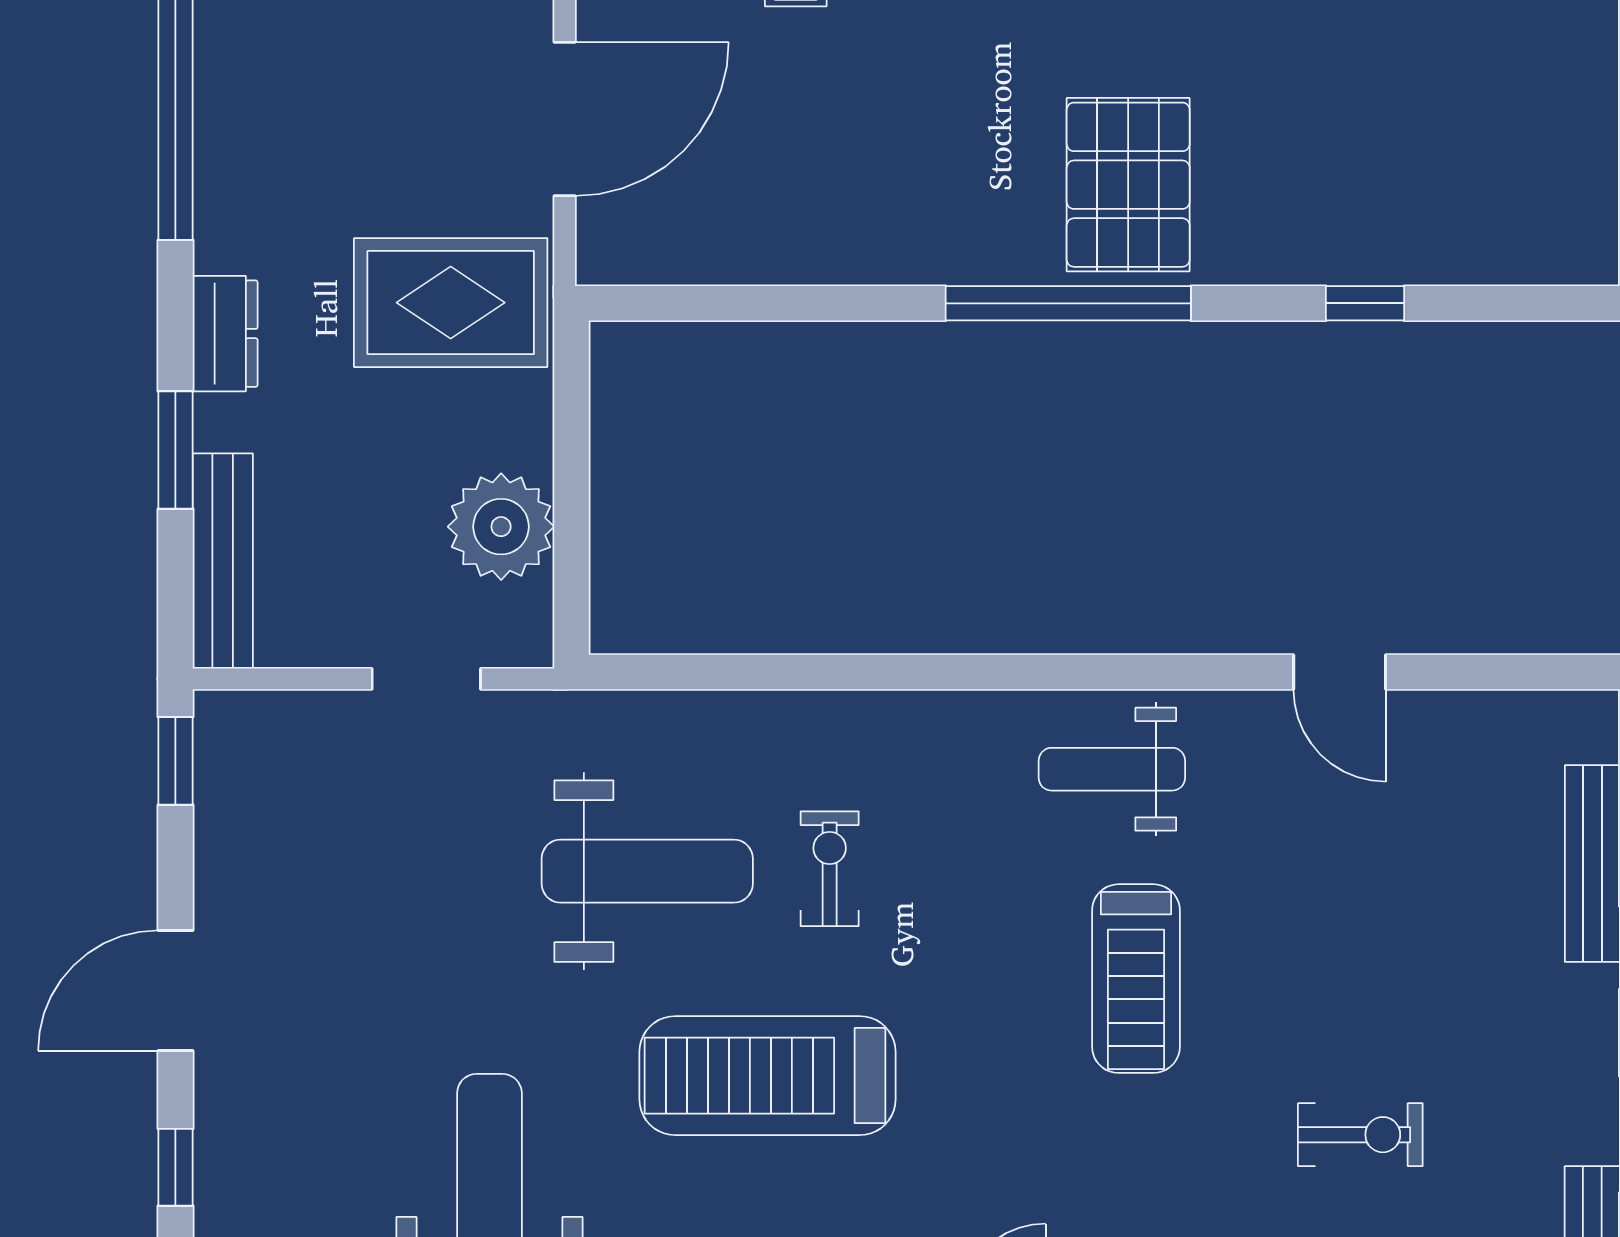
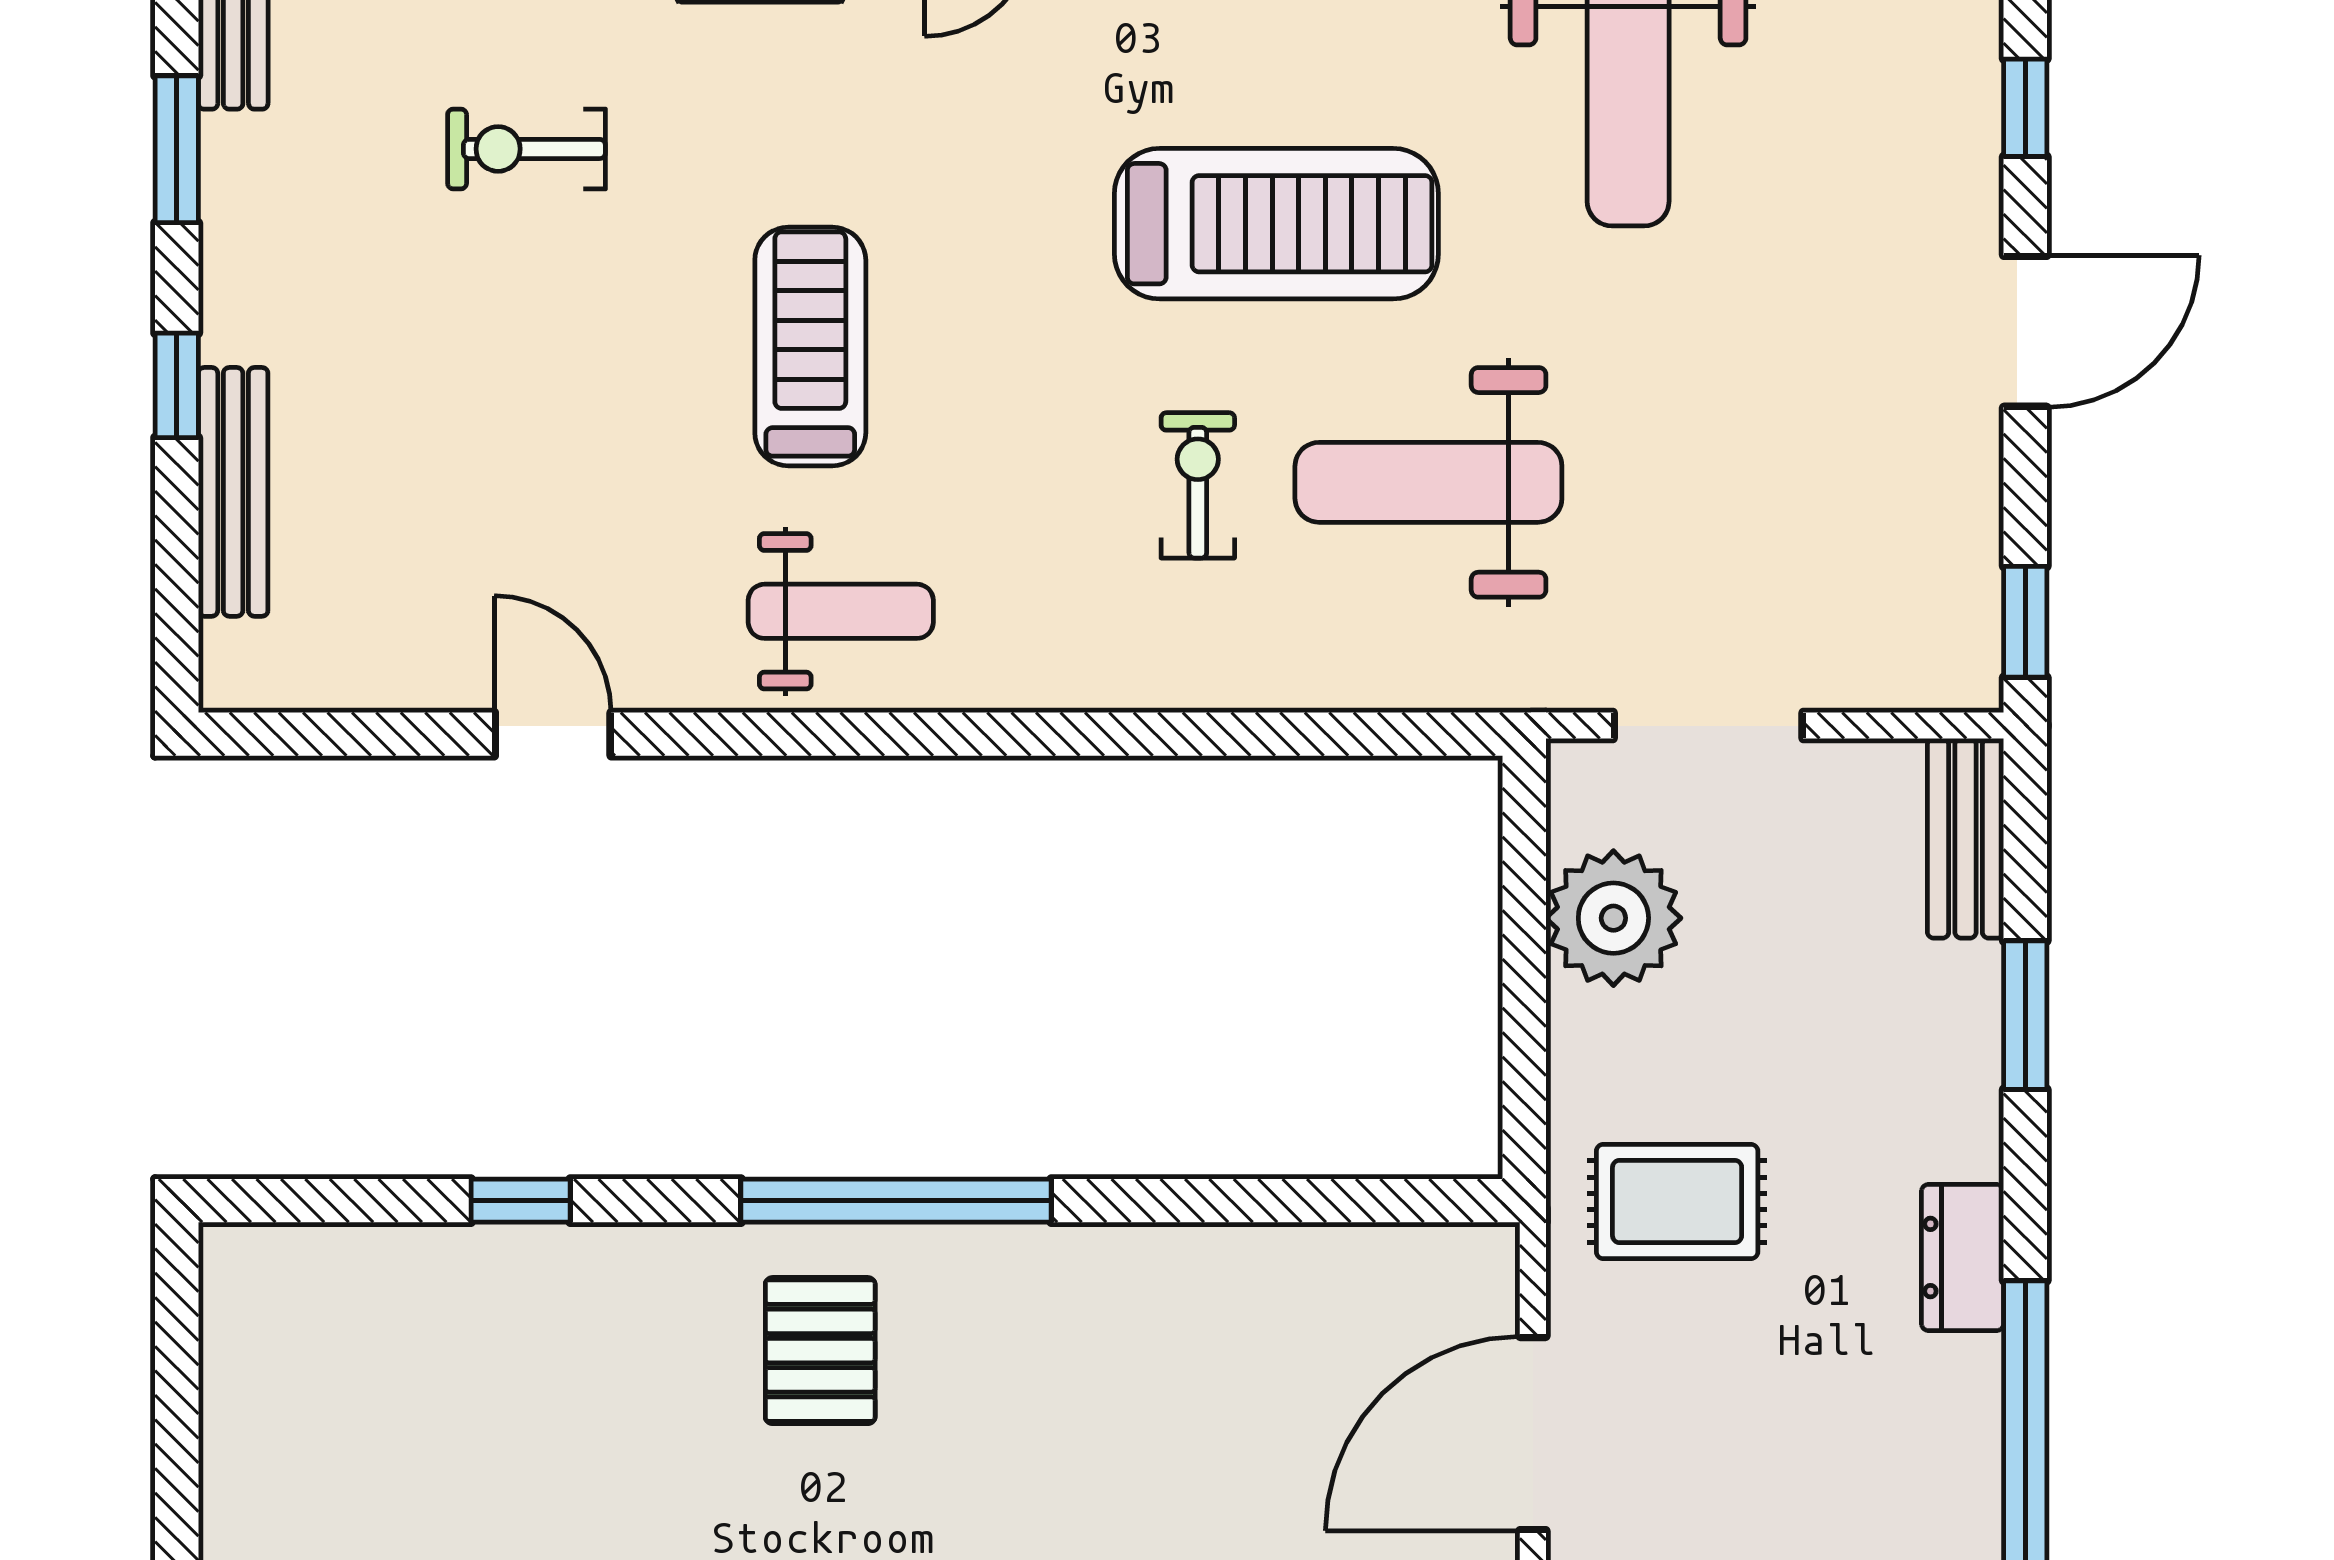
pallet: (1128, 185) -> (820, 1351), width x0.67, depth x0.71
rug: (451, 303) -> (1677, 1201), width x0.73, depth x0.70
dresser: (225, 334) -> (1963, 1257), moved
bench: (223, 561) -> (1966, 838), width x0.73
doorway: (426, 679) -> (1708, 726), width x1.38
exercise bike: (830, 869) -> (1198, 485), turned 180

